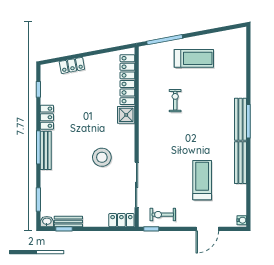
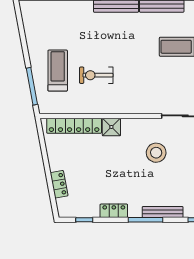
treadmill: (194, 58) -> (58, 71), moved
exercise bike: (175, 101) -> (96, 75), width x1.38, depth x1.39
bench: (46, 150) -> (163, 212), moved

